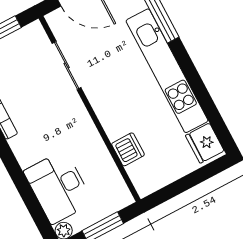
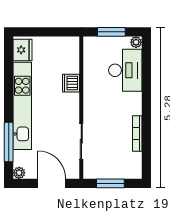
dishwasher: (128, 149) -> (71, 83), moved

